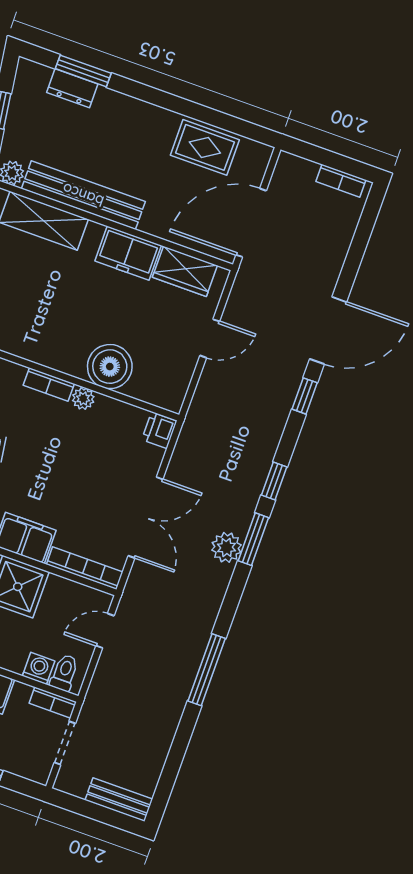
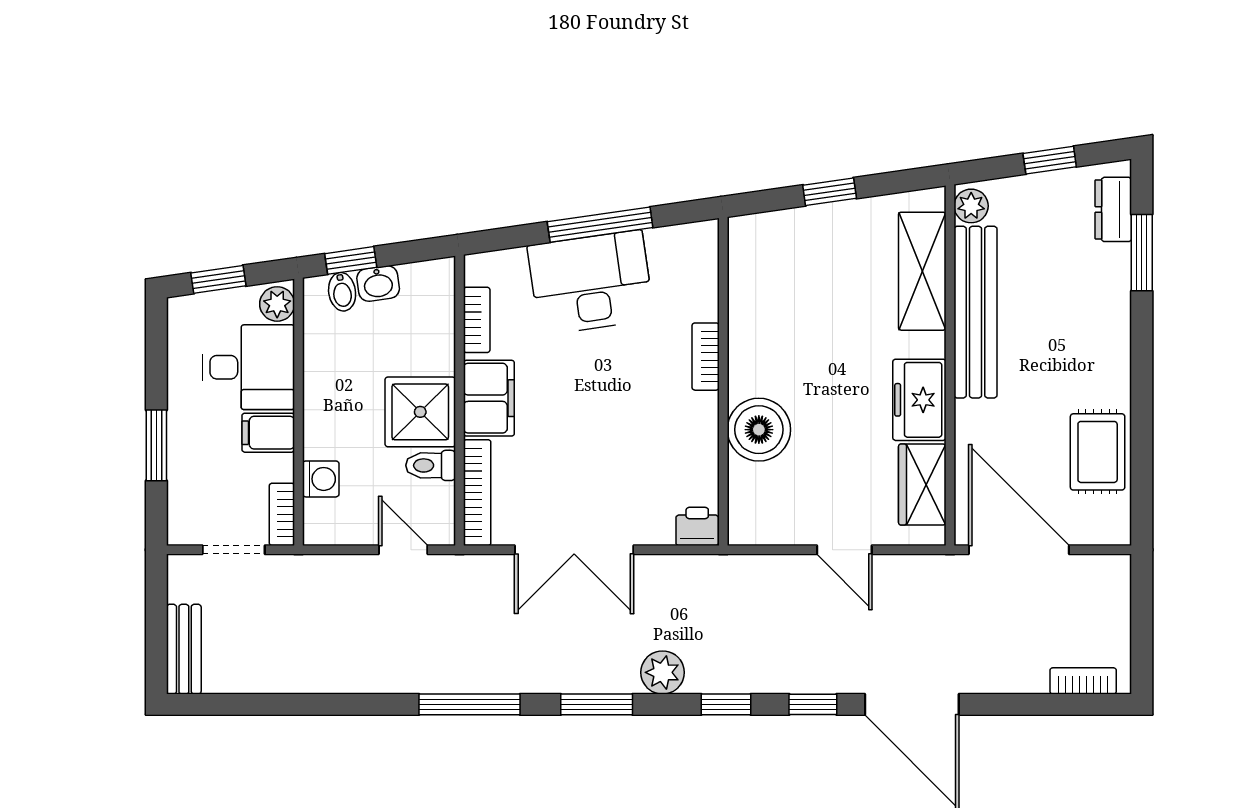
dresser: (72, 88) -> (1113, 209), moved
bookcase: (341, 181) -> (1083, 681), moved, turned 90
plant: (83, 399) -> (703, 409), removed
window: (274, 481) -> (726, 704), moved
plant: (227, 547) -> (663, 672), moved
window: (207, 670) -> (469, 704), moved
toilet: (64, 673) -> (431, 465), moved, turned 180

